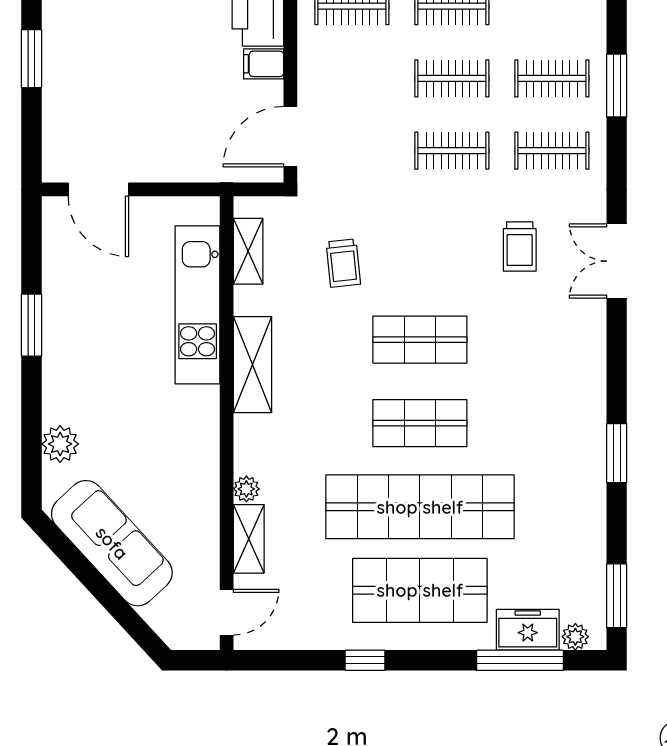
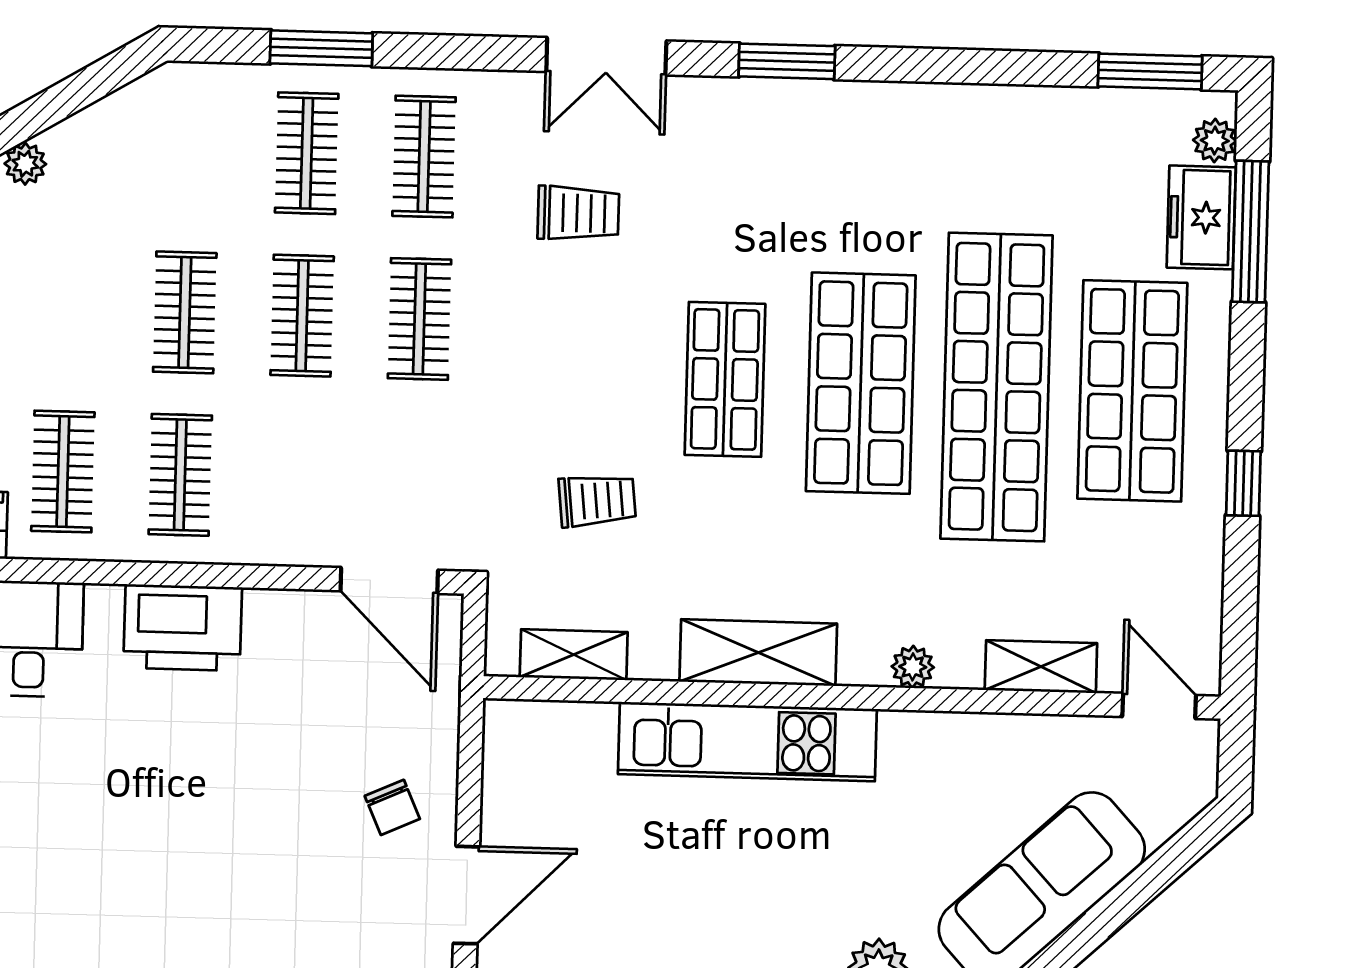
filing cabinet: (264, 64) -> (270, 621), removed
chair: (151, 142) -> (392, 807), added
kitchen unit: (198, 305) -> (747, 742), moved
shop shelf: (420, 423) -> (861, 383), width x1.43, depth x1.36
window: (617, 453) -> (787, 61), moved
plant: (246, 489) -> (913, 667), moved

